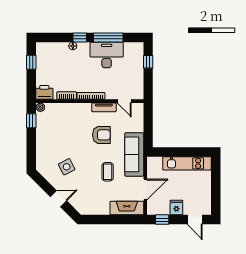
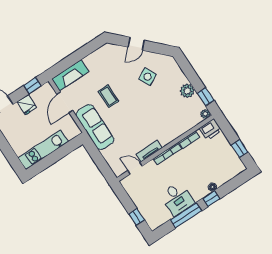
desk: (107, 55) -> (177, 199), width x0.73
plant: (43, 135) -> (187, 91), added
armchair: (101, 135) -> (135, 125), removed

